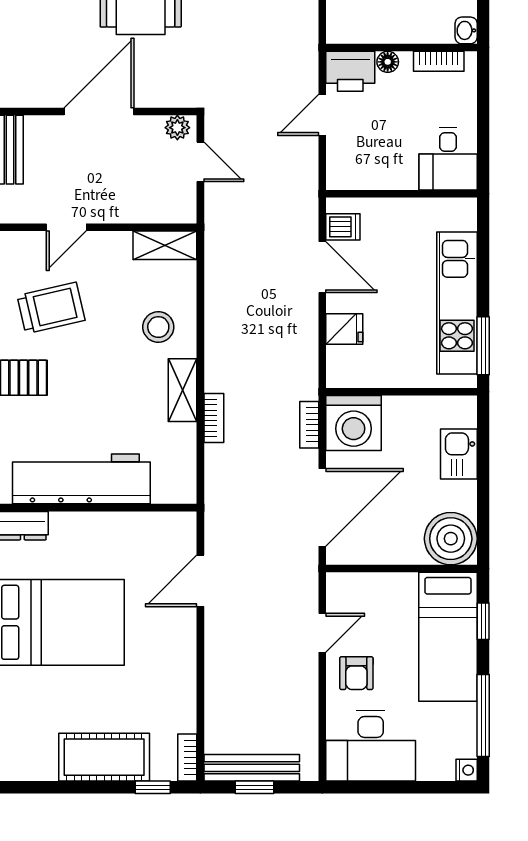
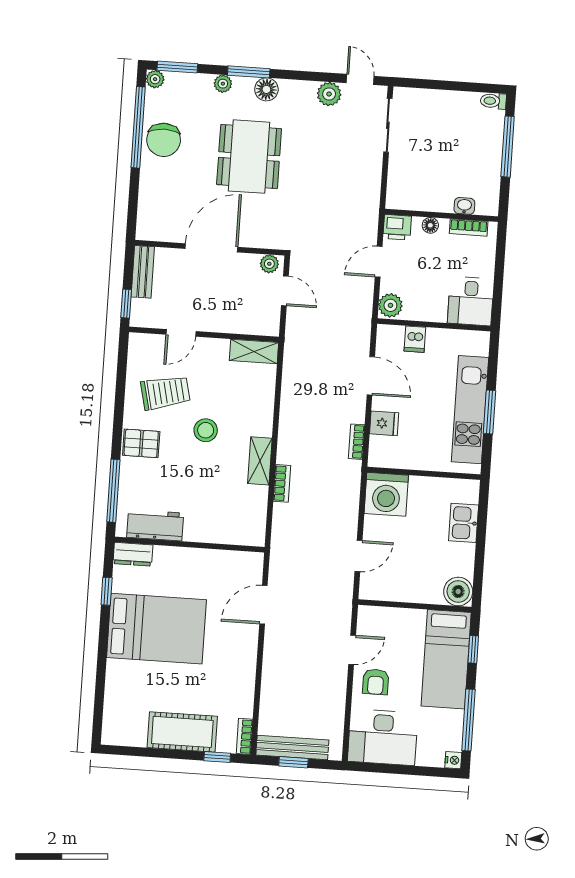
washbasin: (466, 30) -> (464, 206), moved, turned 90
printer: (350, 71) -> (397, 227), width x0.73, depth x0.81
plant: (342, 172) -> (390, 305), added
dishwasher: (343, 227) -> (415, 339), moved, turned 90
stool: (158, 327) -> (206, 430), moved
window: (483, 346) -> (489, 412), moved
bookcase: (309, 425) -> (357, 442), moved
workbench: (81, 479) -> (155, 525), width x0.53, depth x0.76
door: (322, 507) -> (359, 556), width x0.53
boiler: (451, 539) -> (458, 592), width x0.73, depth x0.73

